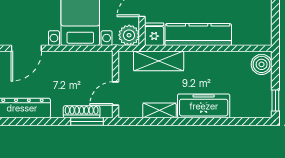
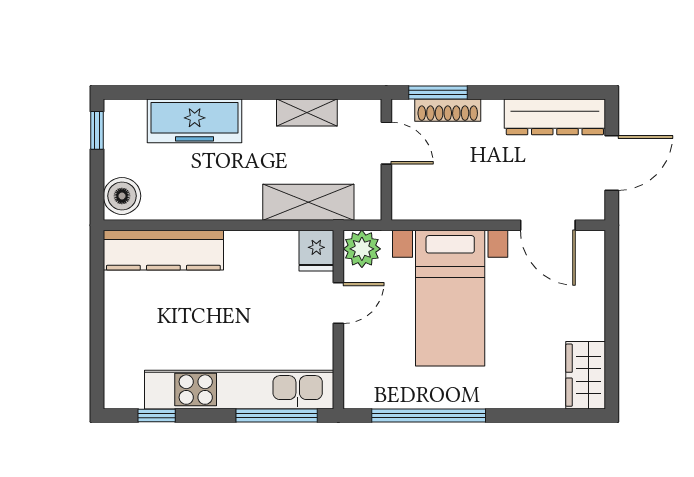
kitchen counter: (198, 35) -> (163, 250), moved
door: (26, 48) -> (548, 225), swing flipped
door: (116, 94) -> (386, 143), hinge flipped
freezer: (204, 106) -> (195, 121), moved

